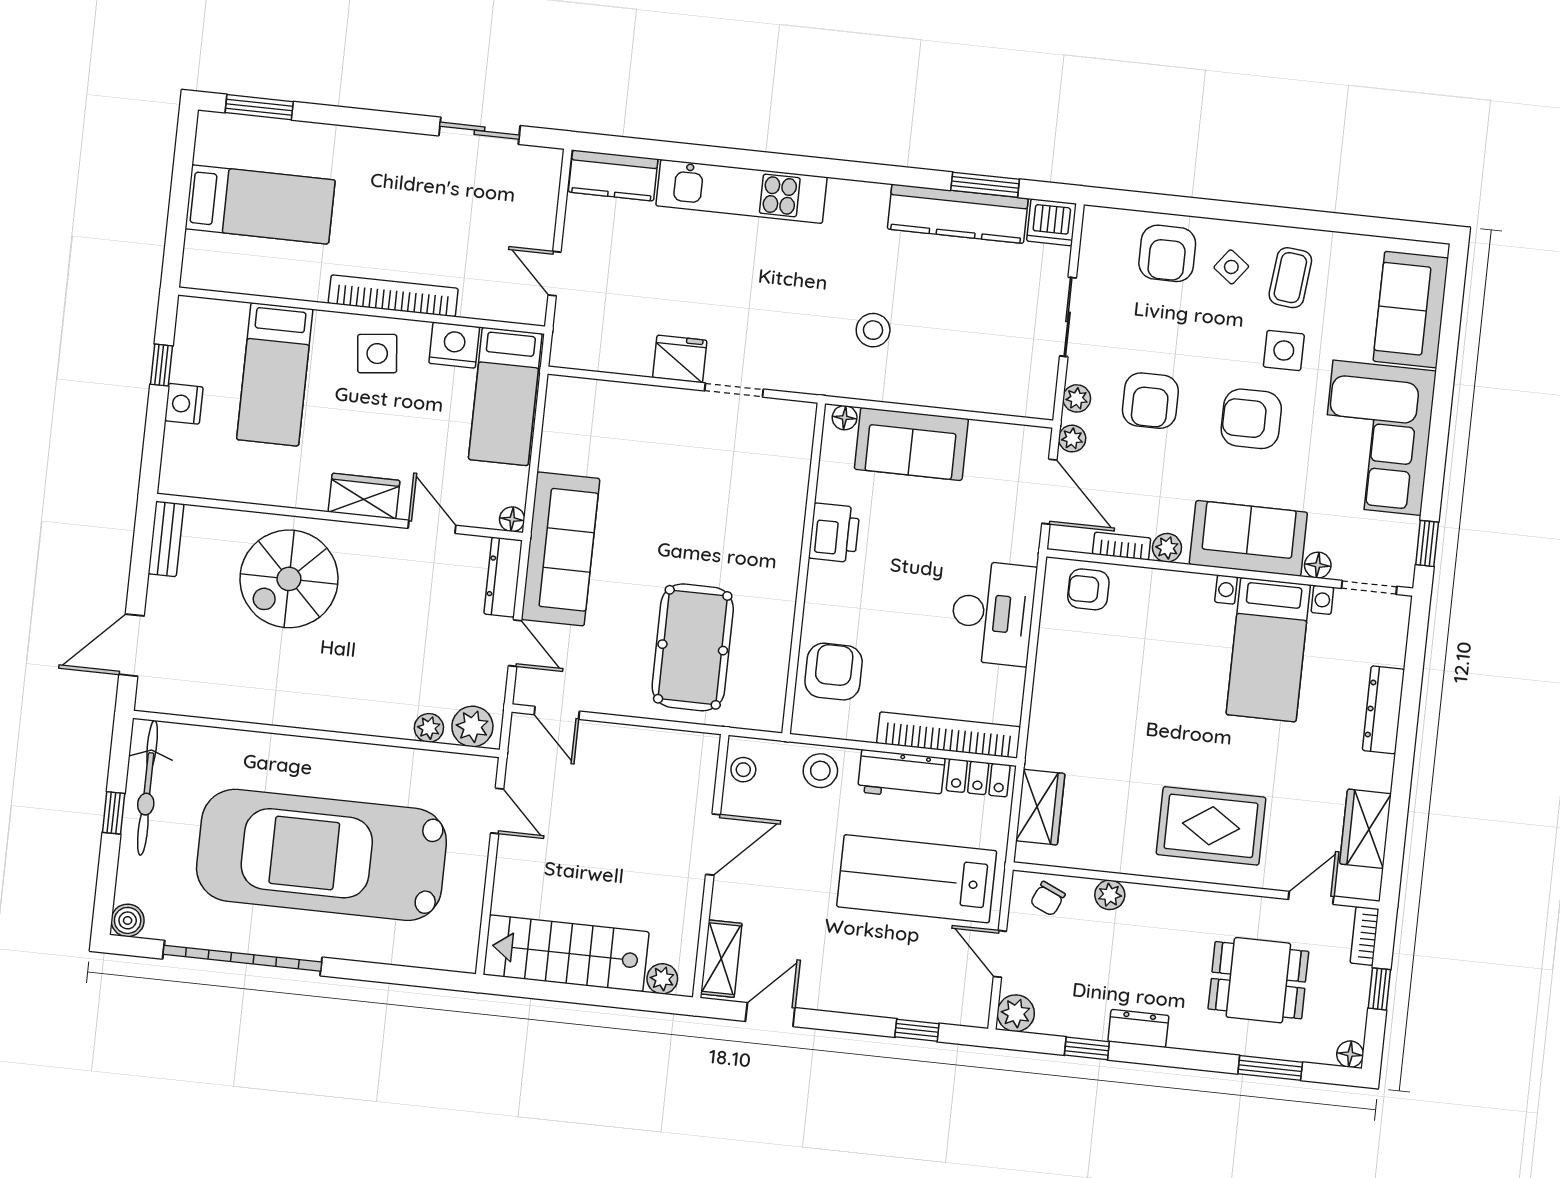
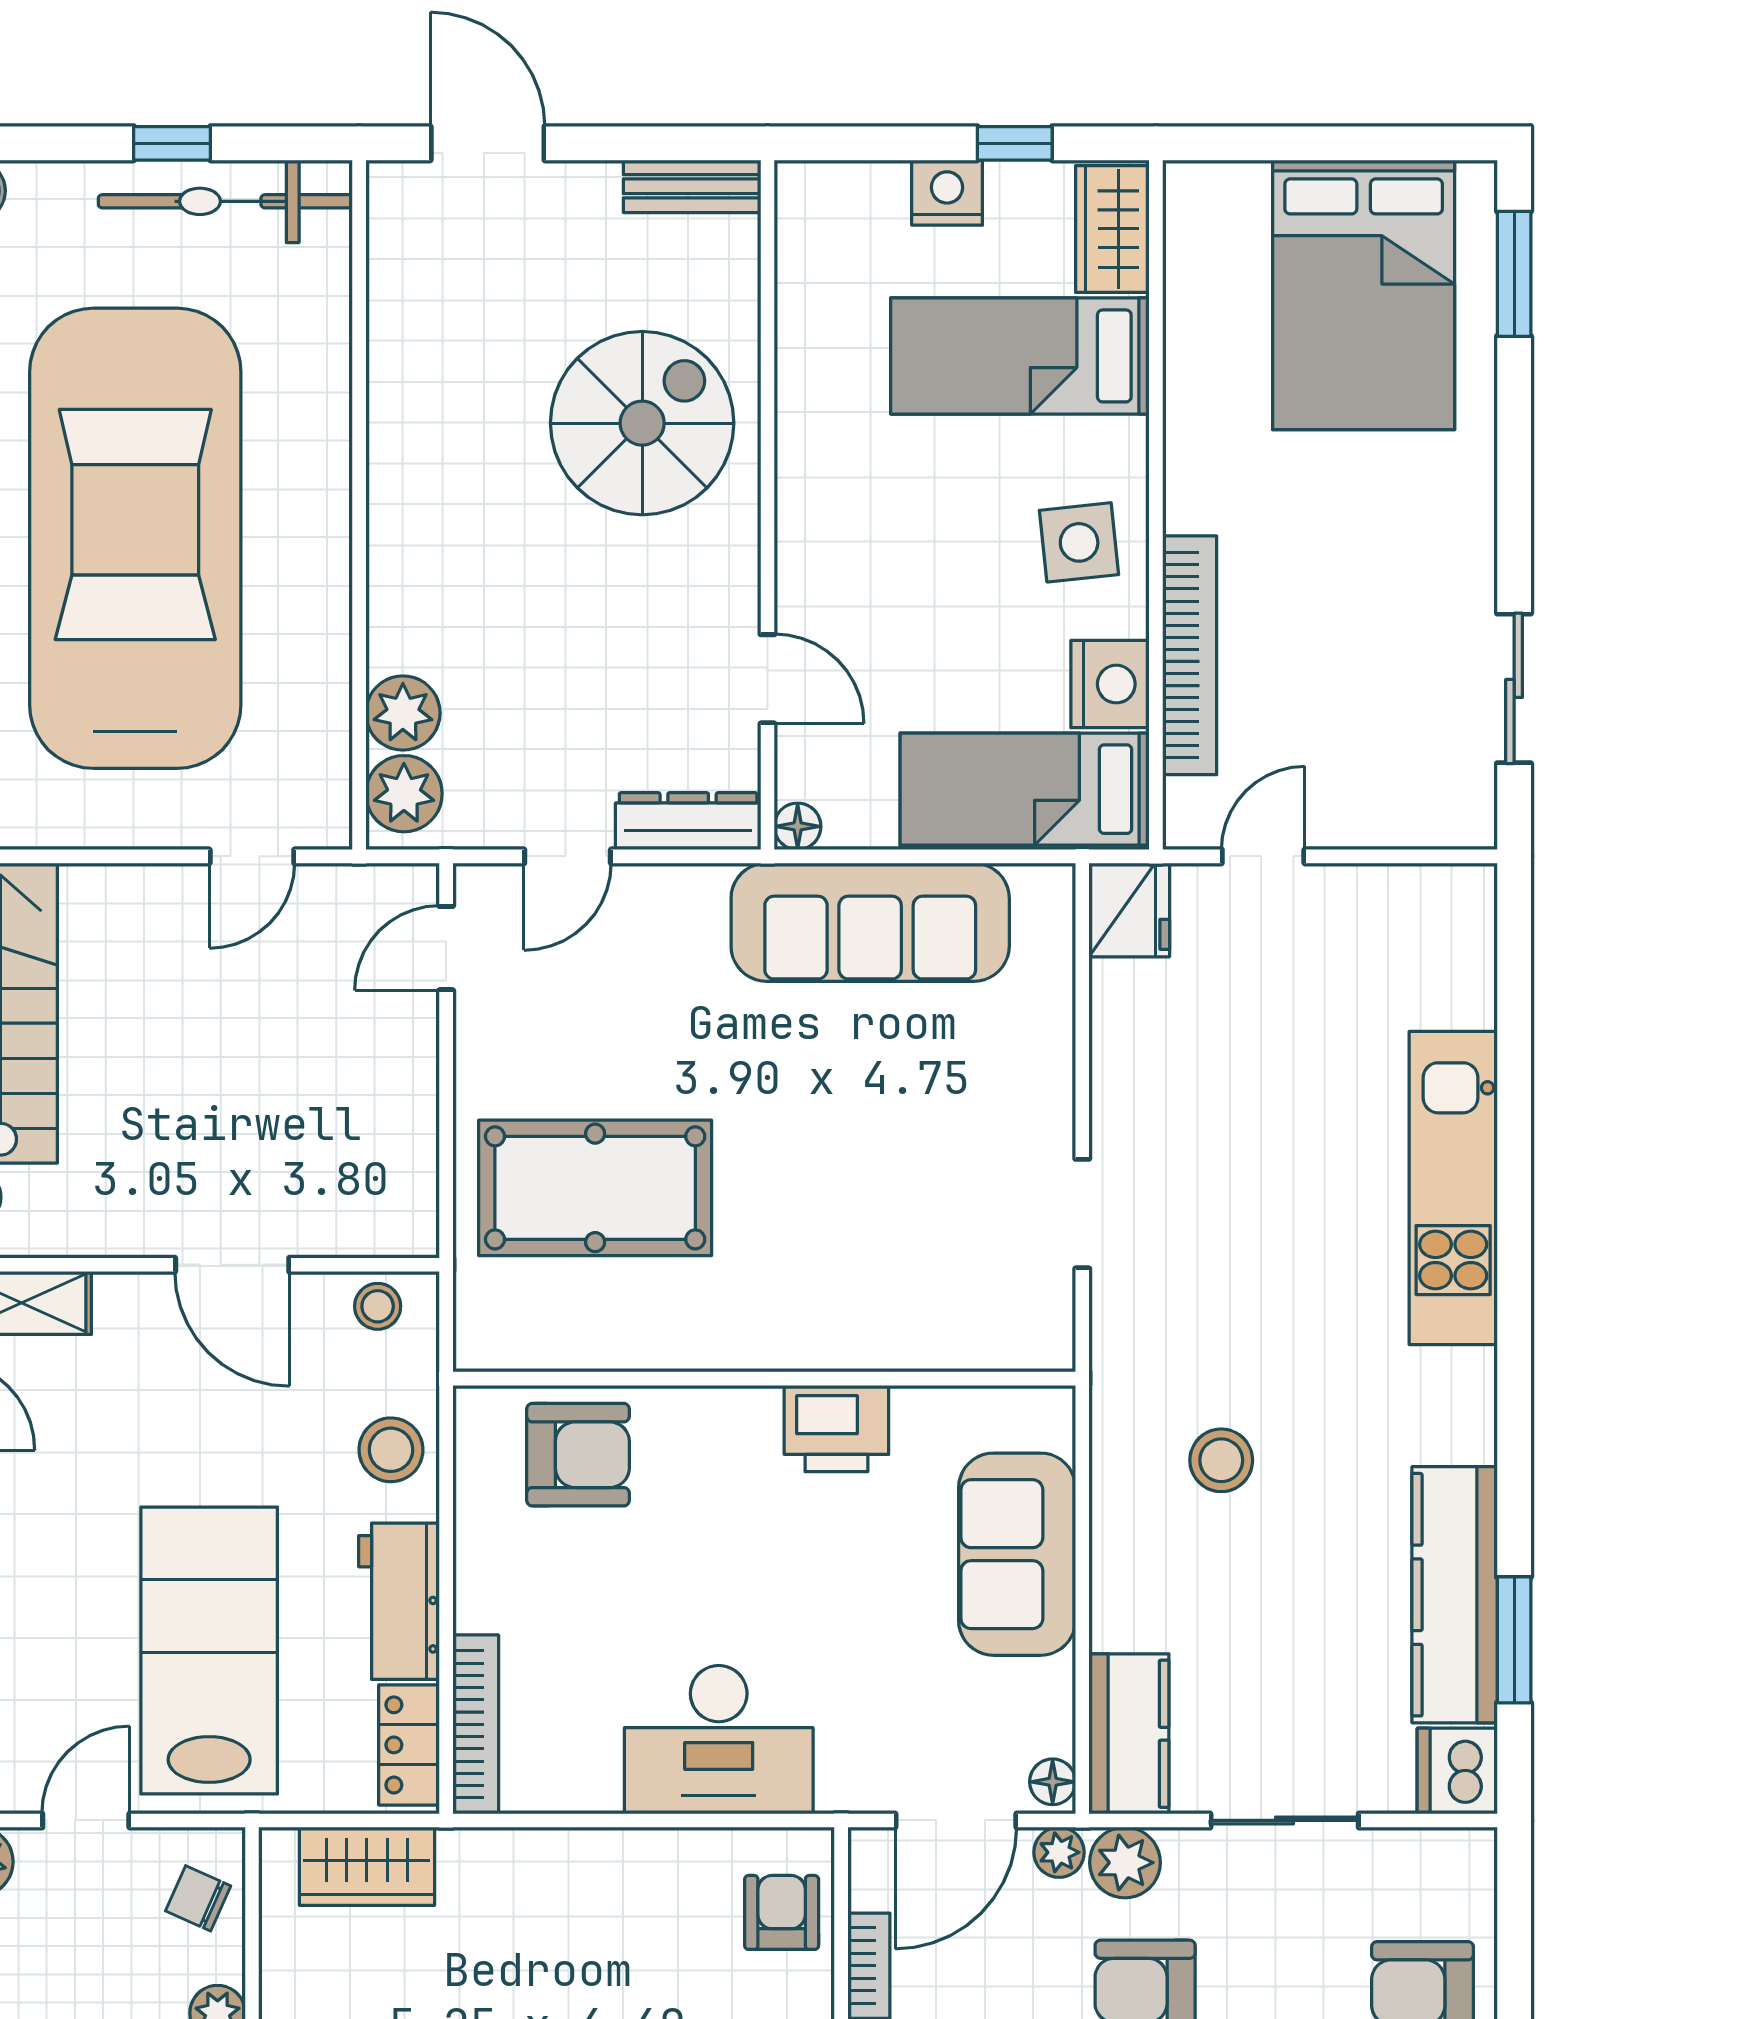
kitchen counter: (613, 175) -> (1129, 1734), moved, turned 180
bed: (260, 204) -> (1364, 295), width x1.50
bookcase: (393, 296) -> (1190, 655), moved
fridge: (680, 359) -> (1129, 910), moved
plant: (1077, 398) -> (1125, 1863), width x1.38, depth x1.38
floor lamp: (845, 418) -> (1053, 1782), moved
wardrobe: (364, 496) -> (1112, 229), moved, turned 180
door: (432, 527) -> (768, 679), hinge flipped
sofa: (560, 549) -> (870, 922), moved
spiral stairs: (289, 579) -> (642, 423), turned 90
plant: (429, 728) -> (403, 713), width x1.38, depth x1.38
bookcase: (949, 735) -> (476, 1724), width x0.68, depth x0.76

